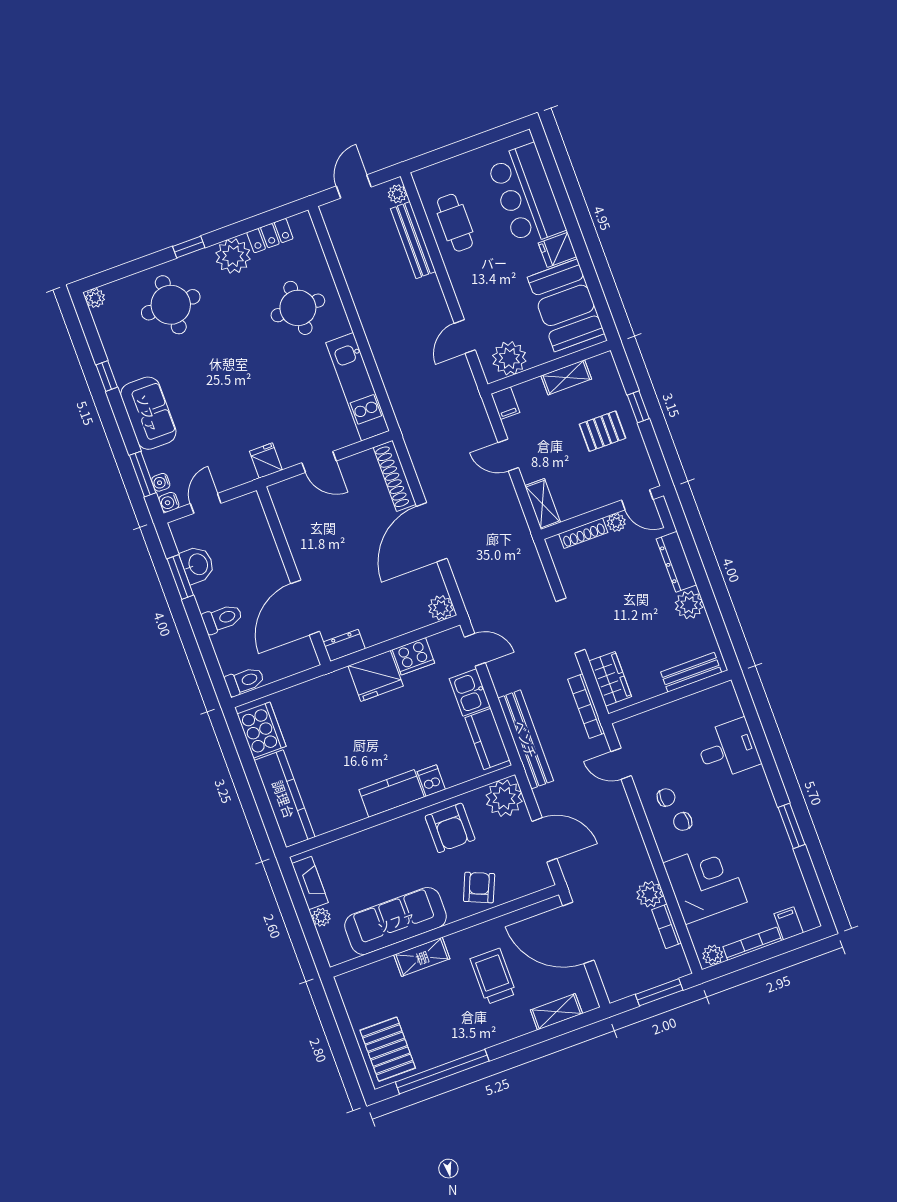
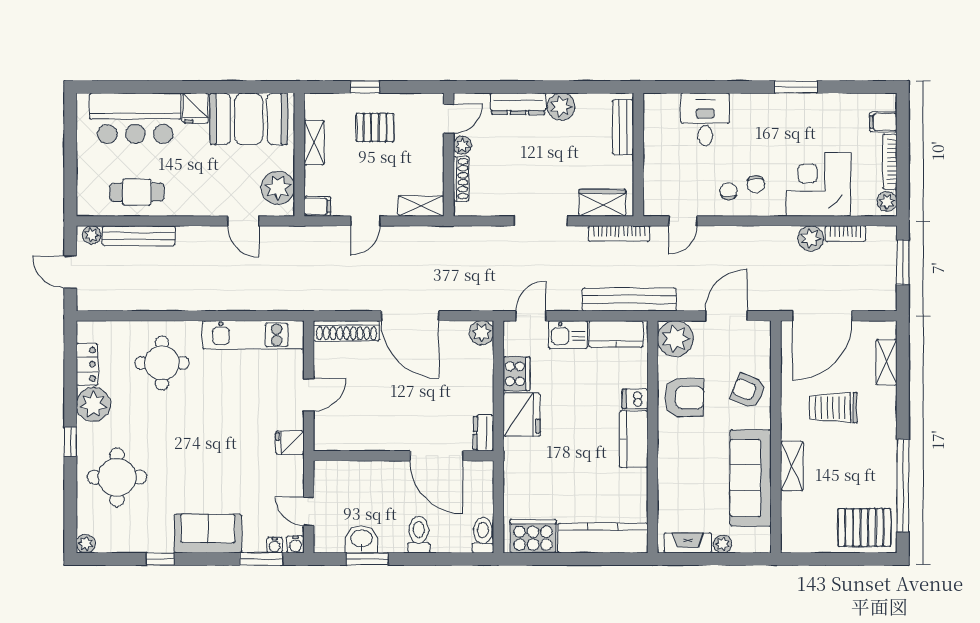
pallet: (602, 431) -> (375, 127), turned 90

